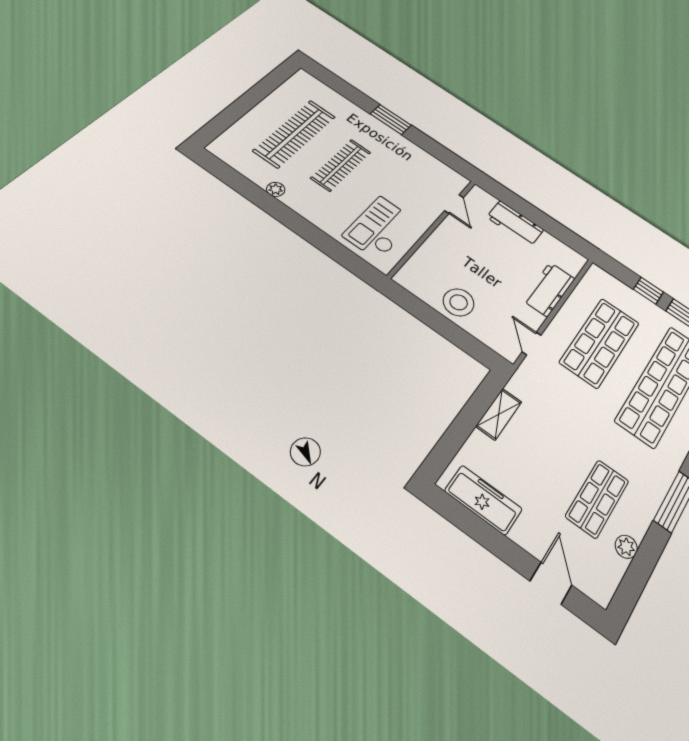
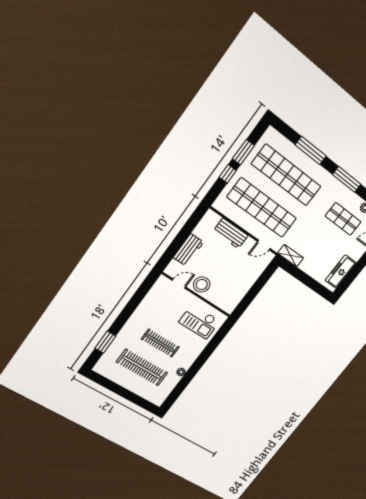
window: (391, 120) -> (105, 342), moved
stool: (459, 302) -> (202, 284), moved
shop shelf: (600, 342) -> (262, 208), width x1.40
shelving: (499, 414) -> (291, 256), moved

